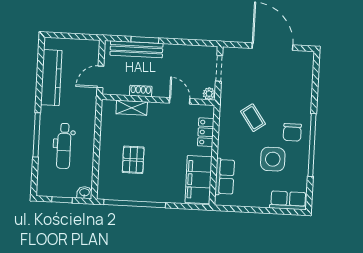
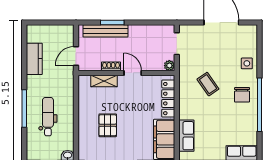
kitchen counter: (51, 78) -> (34, 59), width x0.67
door: (180, 101) -> (133, 73), moved
locker: (206, 132) -> (168, 99), width x1.53
dental chair: (64, 146) -> (48, 117), turned 180
side table: (273, 159) -> (247, 63), moved, width x0.54, depth x0.54

